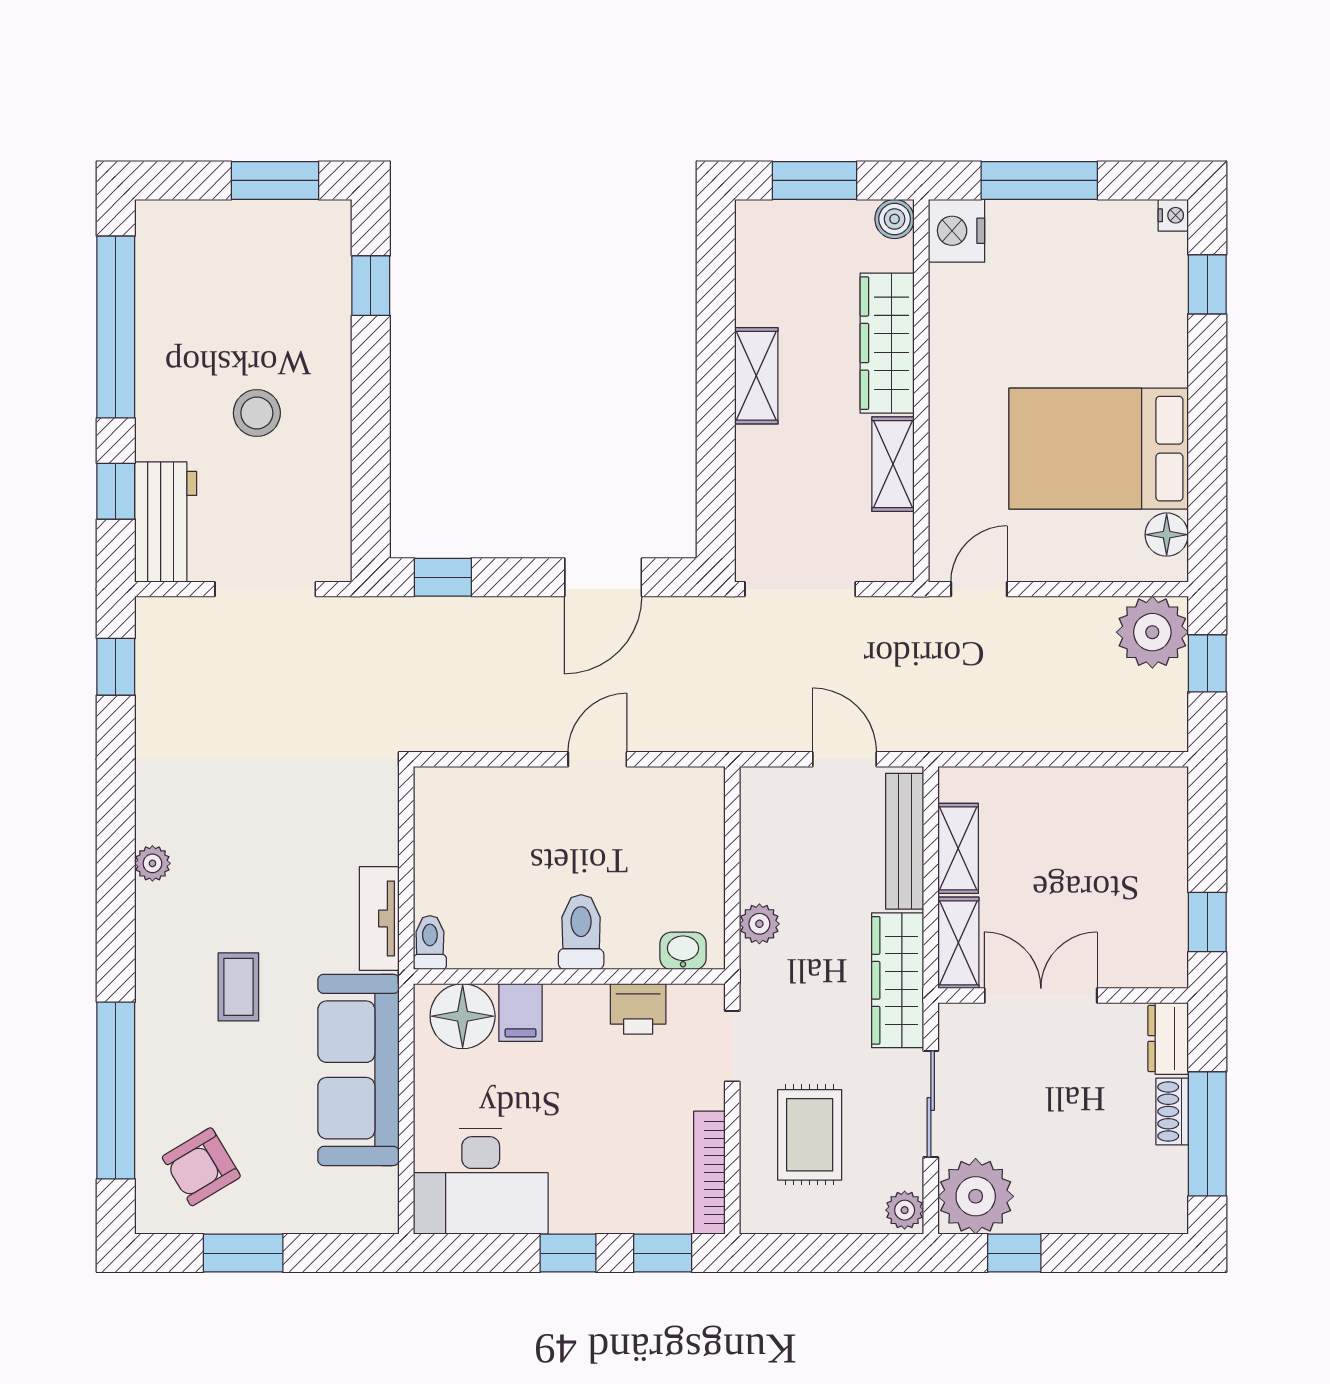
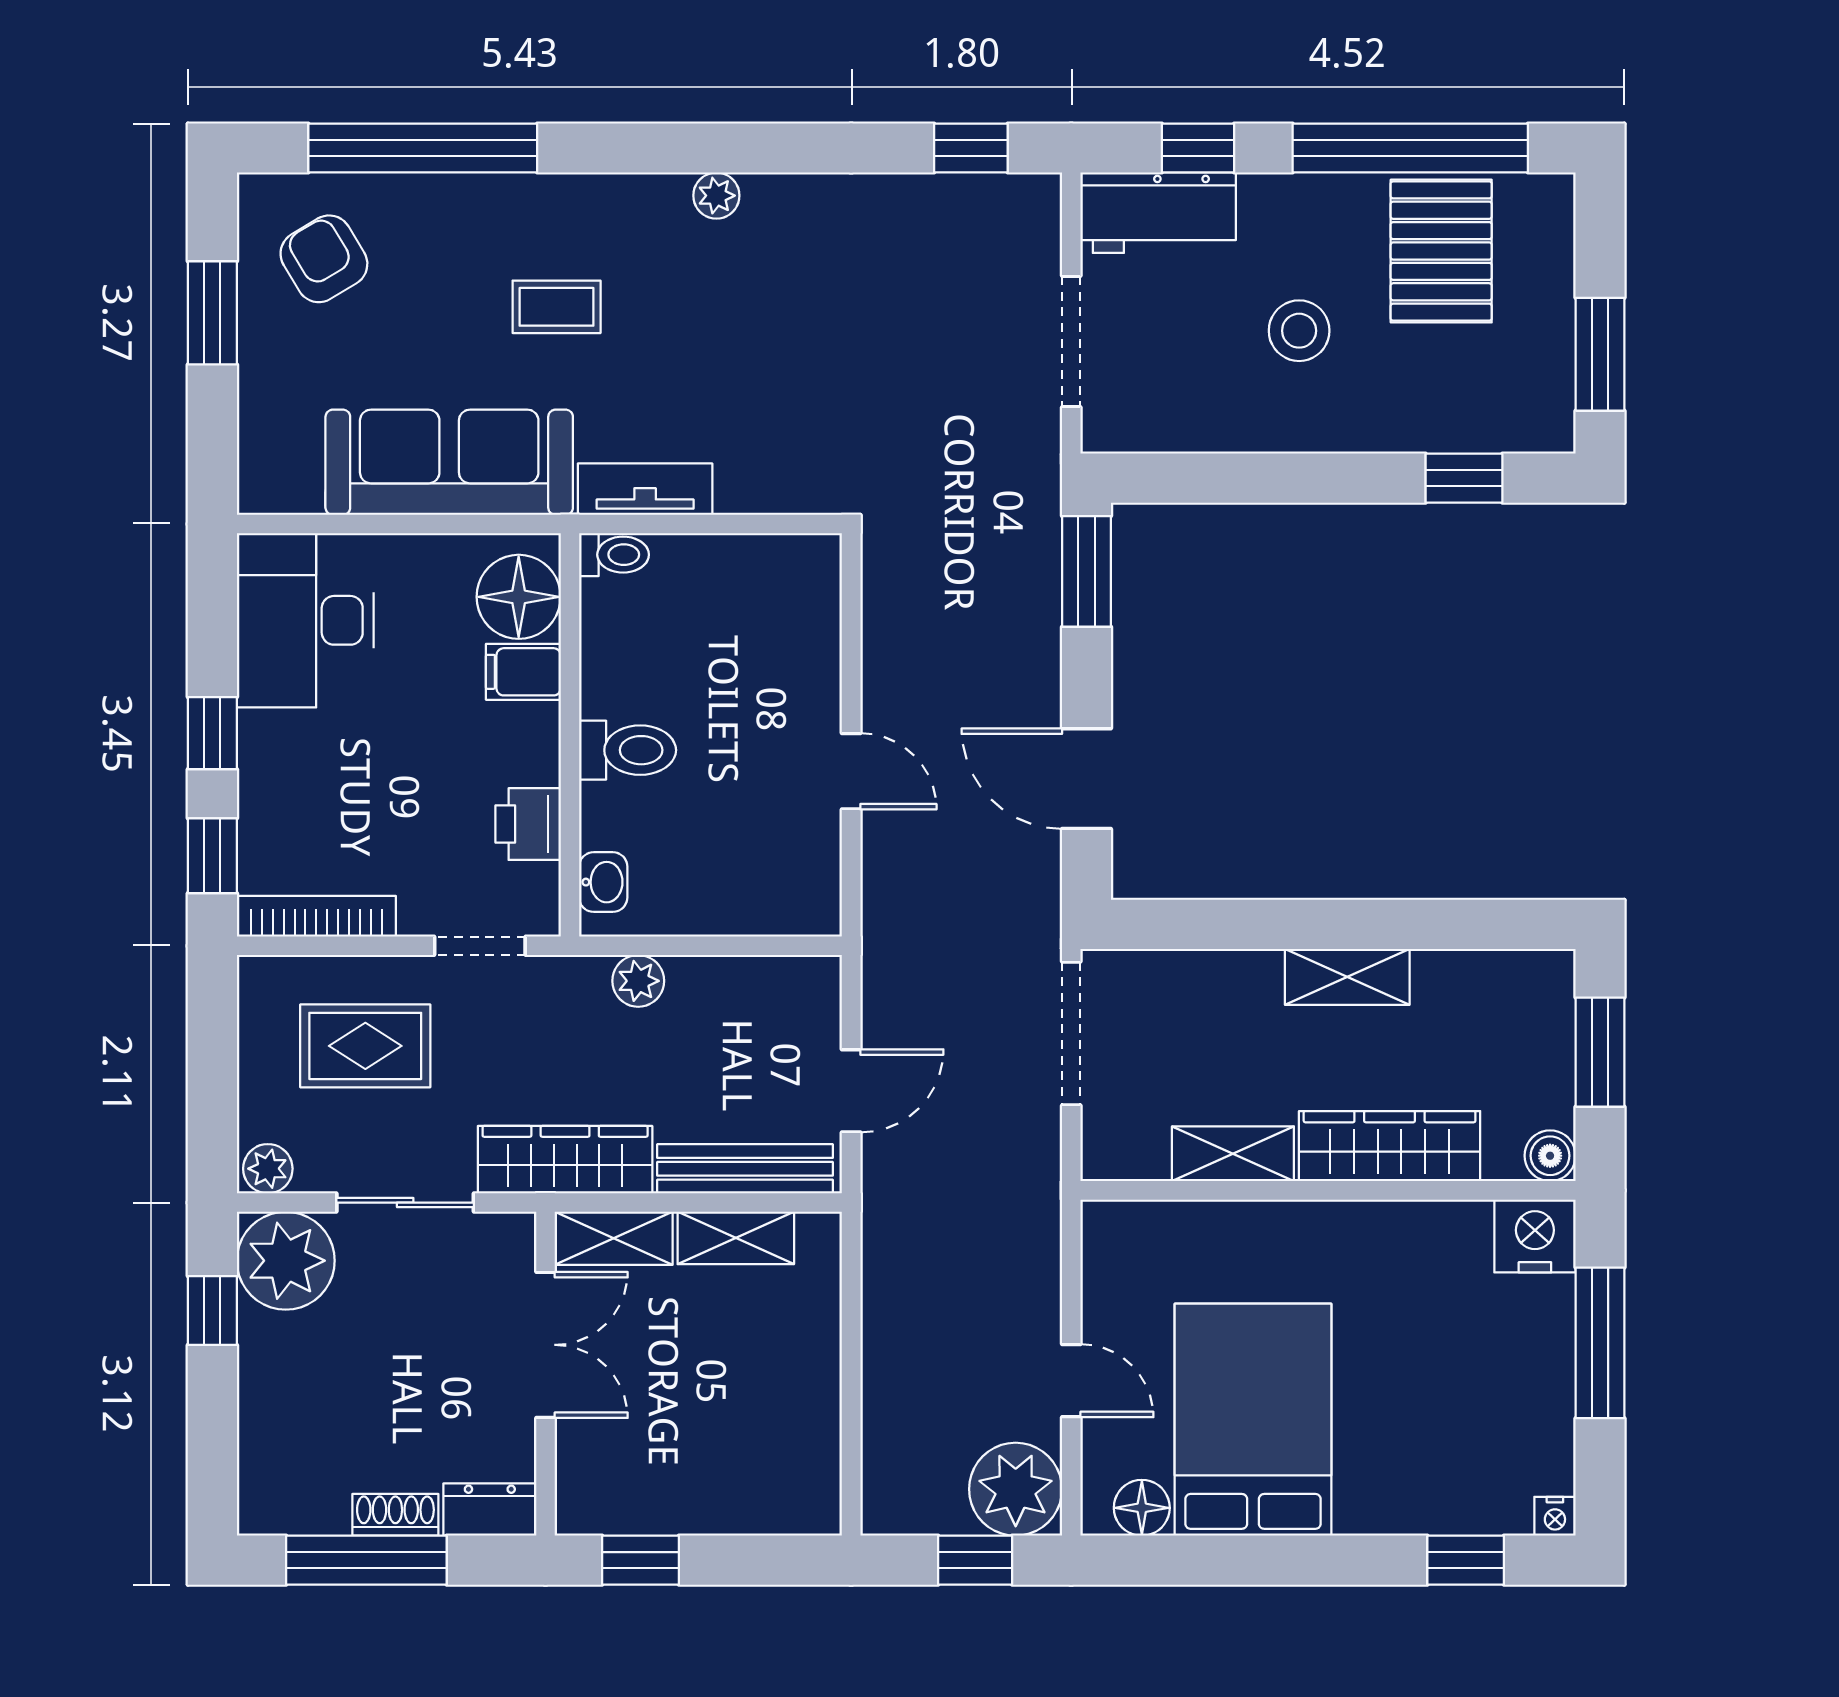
pallet: (195, 303) -> (1441, 251), added
window: (443, 577) -> (1086, 571), width x1.50
door: (979, 589) -> (1071, 1381), moved

